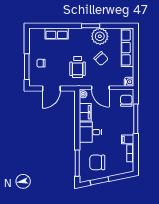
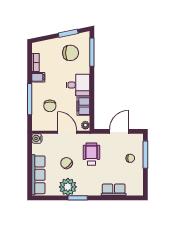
chair: (126, 101) -> (50, 106), moved

